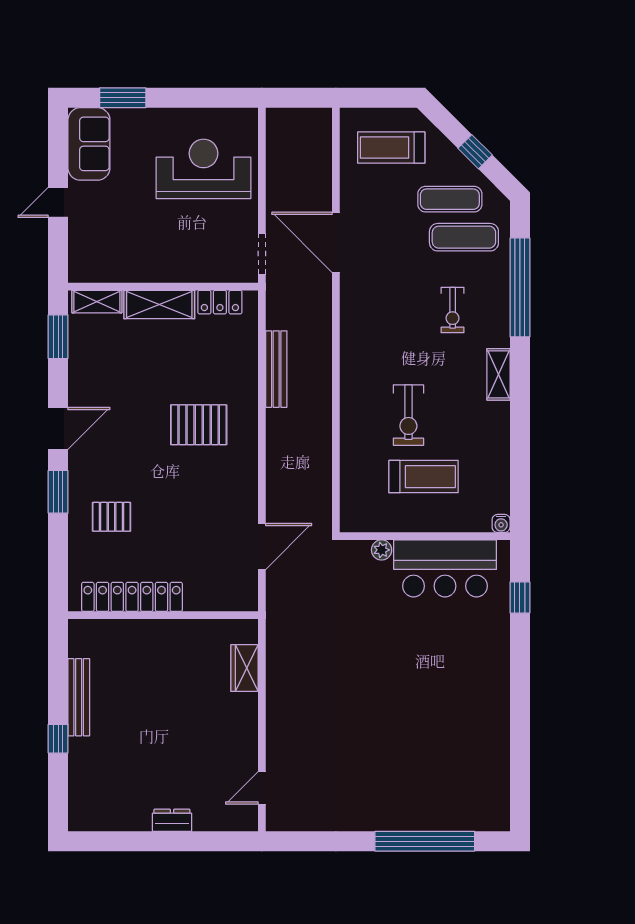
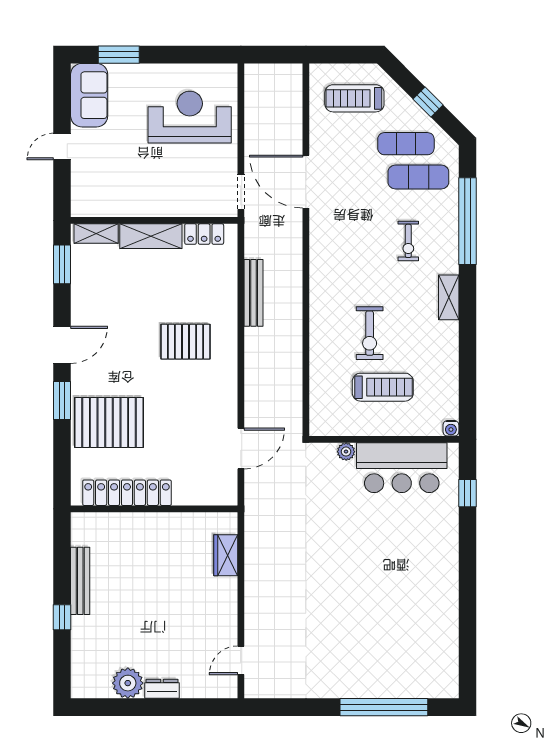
pallet: (112, 517) -> (109, 422), width x2.05, depth x2.00
plant: (133, 814) -> (128, 683), added

